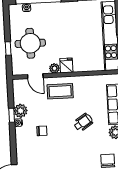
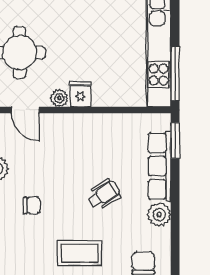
coffee table: (60, 91) -> (80, 253), moved

